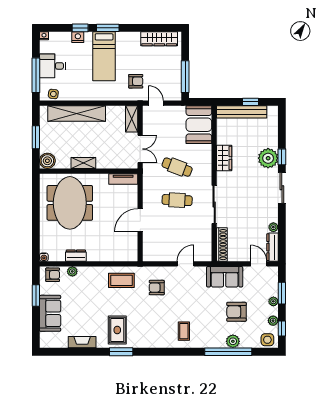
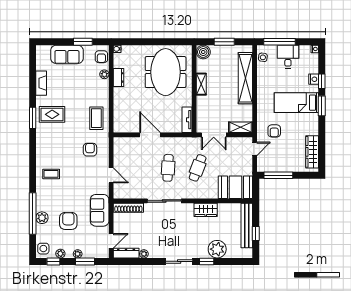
plant: (268, 158) -> (217, 249), moved
meeting table: (70, 203) -> (166, 72), turned 90

